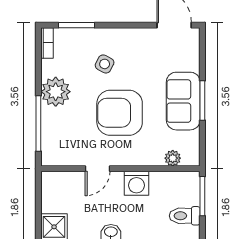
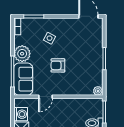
sofa: (183, 101) -> (23, 79), moved, turned 180
armchair: (120, 113) -> (58, 65), width x0.53, depth x0.53
plant: (173, 158) -> (98, 91), moved
washing machine: (136, 183) -> (21, 114), moved, turned -90

